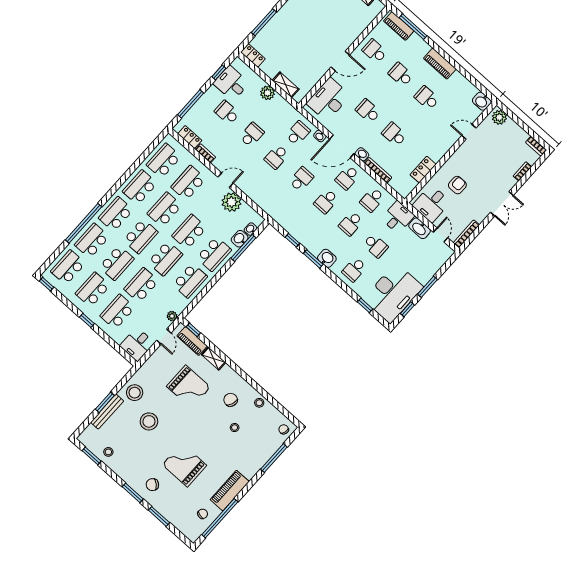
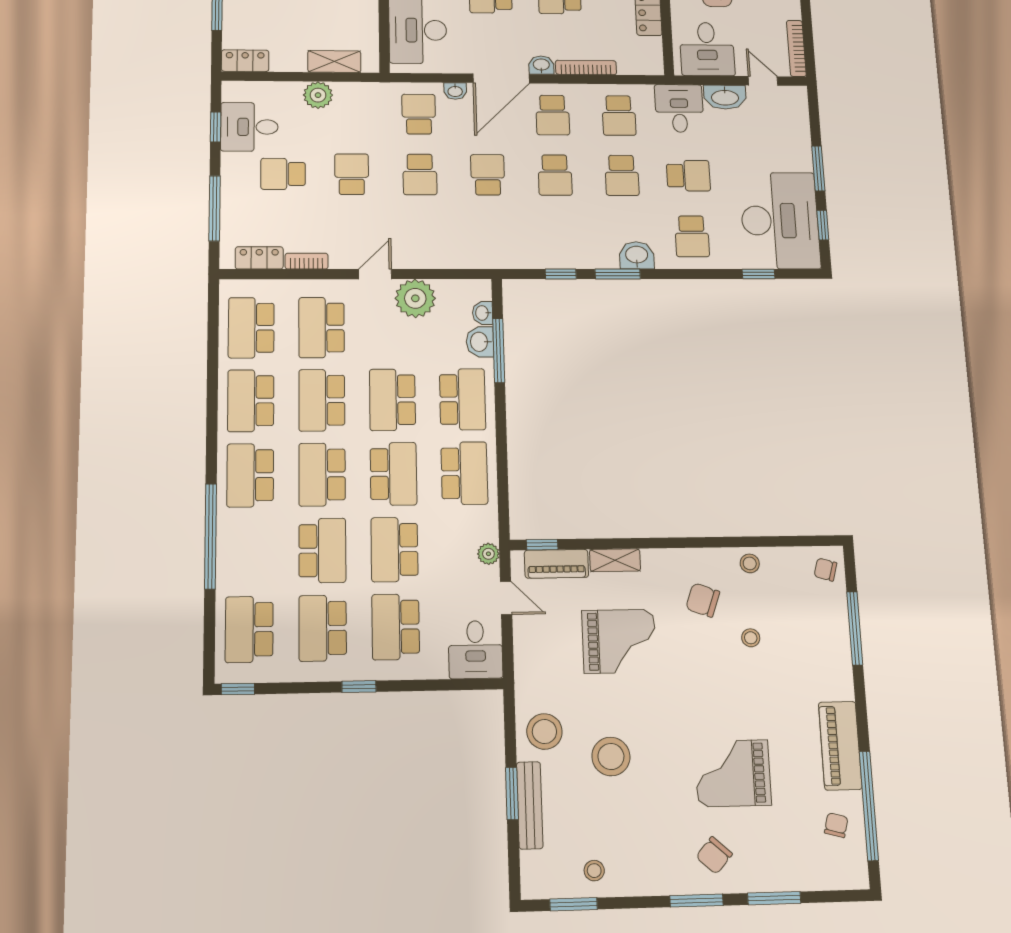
school desk: (141, 236) -> (322, 475), turned 180
school desk: (92, 241) -> (250, 551), removed

